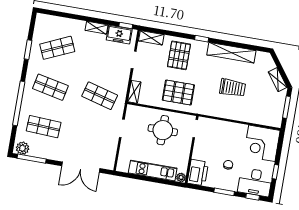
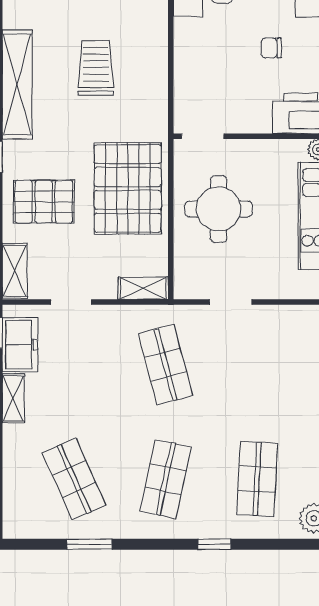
pallet: (178, 93) -> (128, 188), width x1.37, depth x1.41
shop shelf: (100, 96) -> (166, 365), turned -30
window: (19, 103) -> (214, 544), width x0.32

